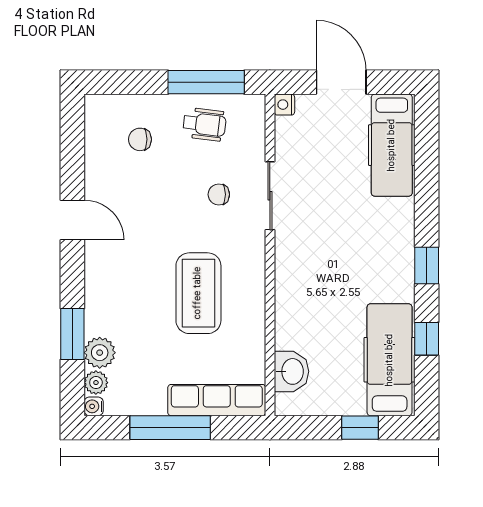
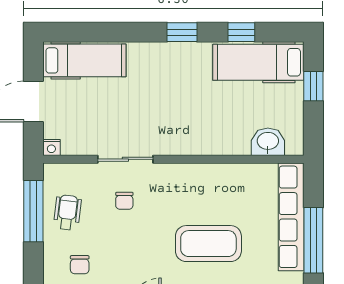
coffee table: (198, 293) -> (208, 244), moved
row of seats: (217, 400) -> (291, 217), width x1.36

